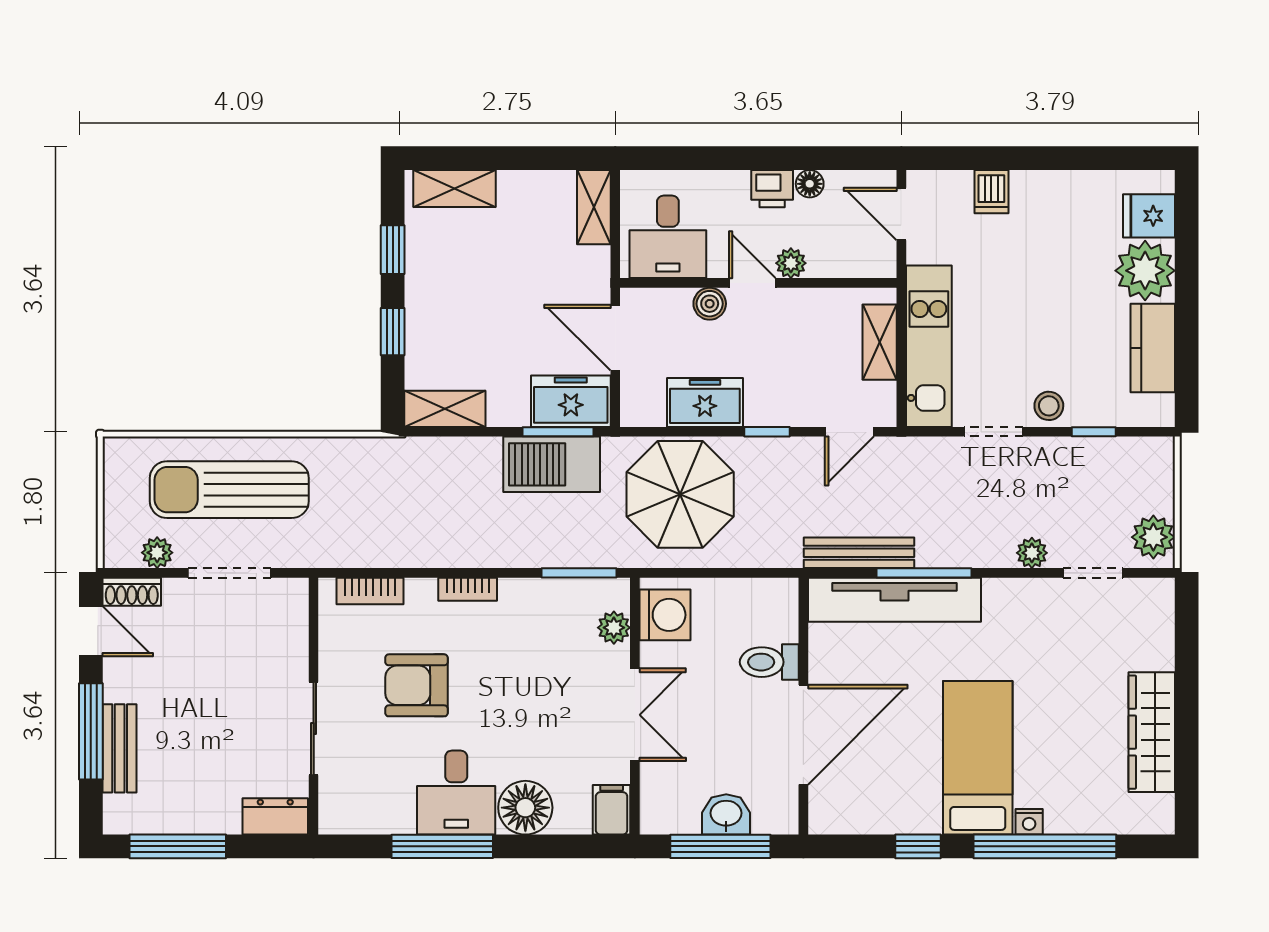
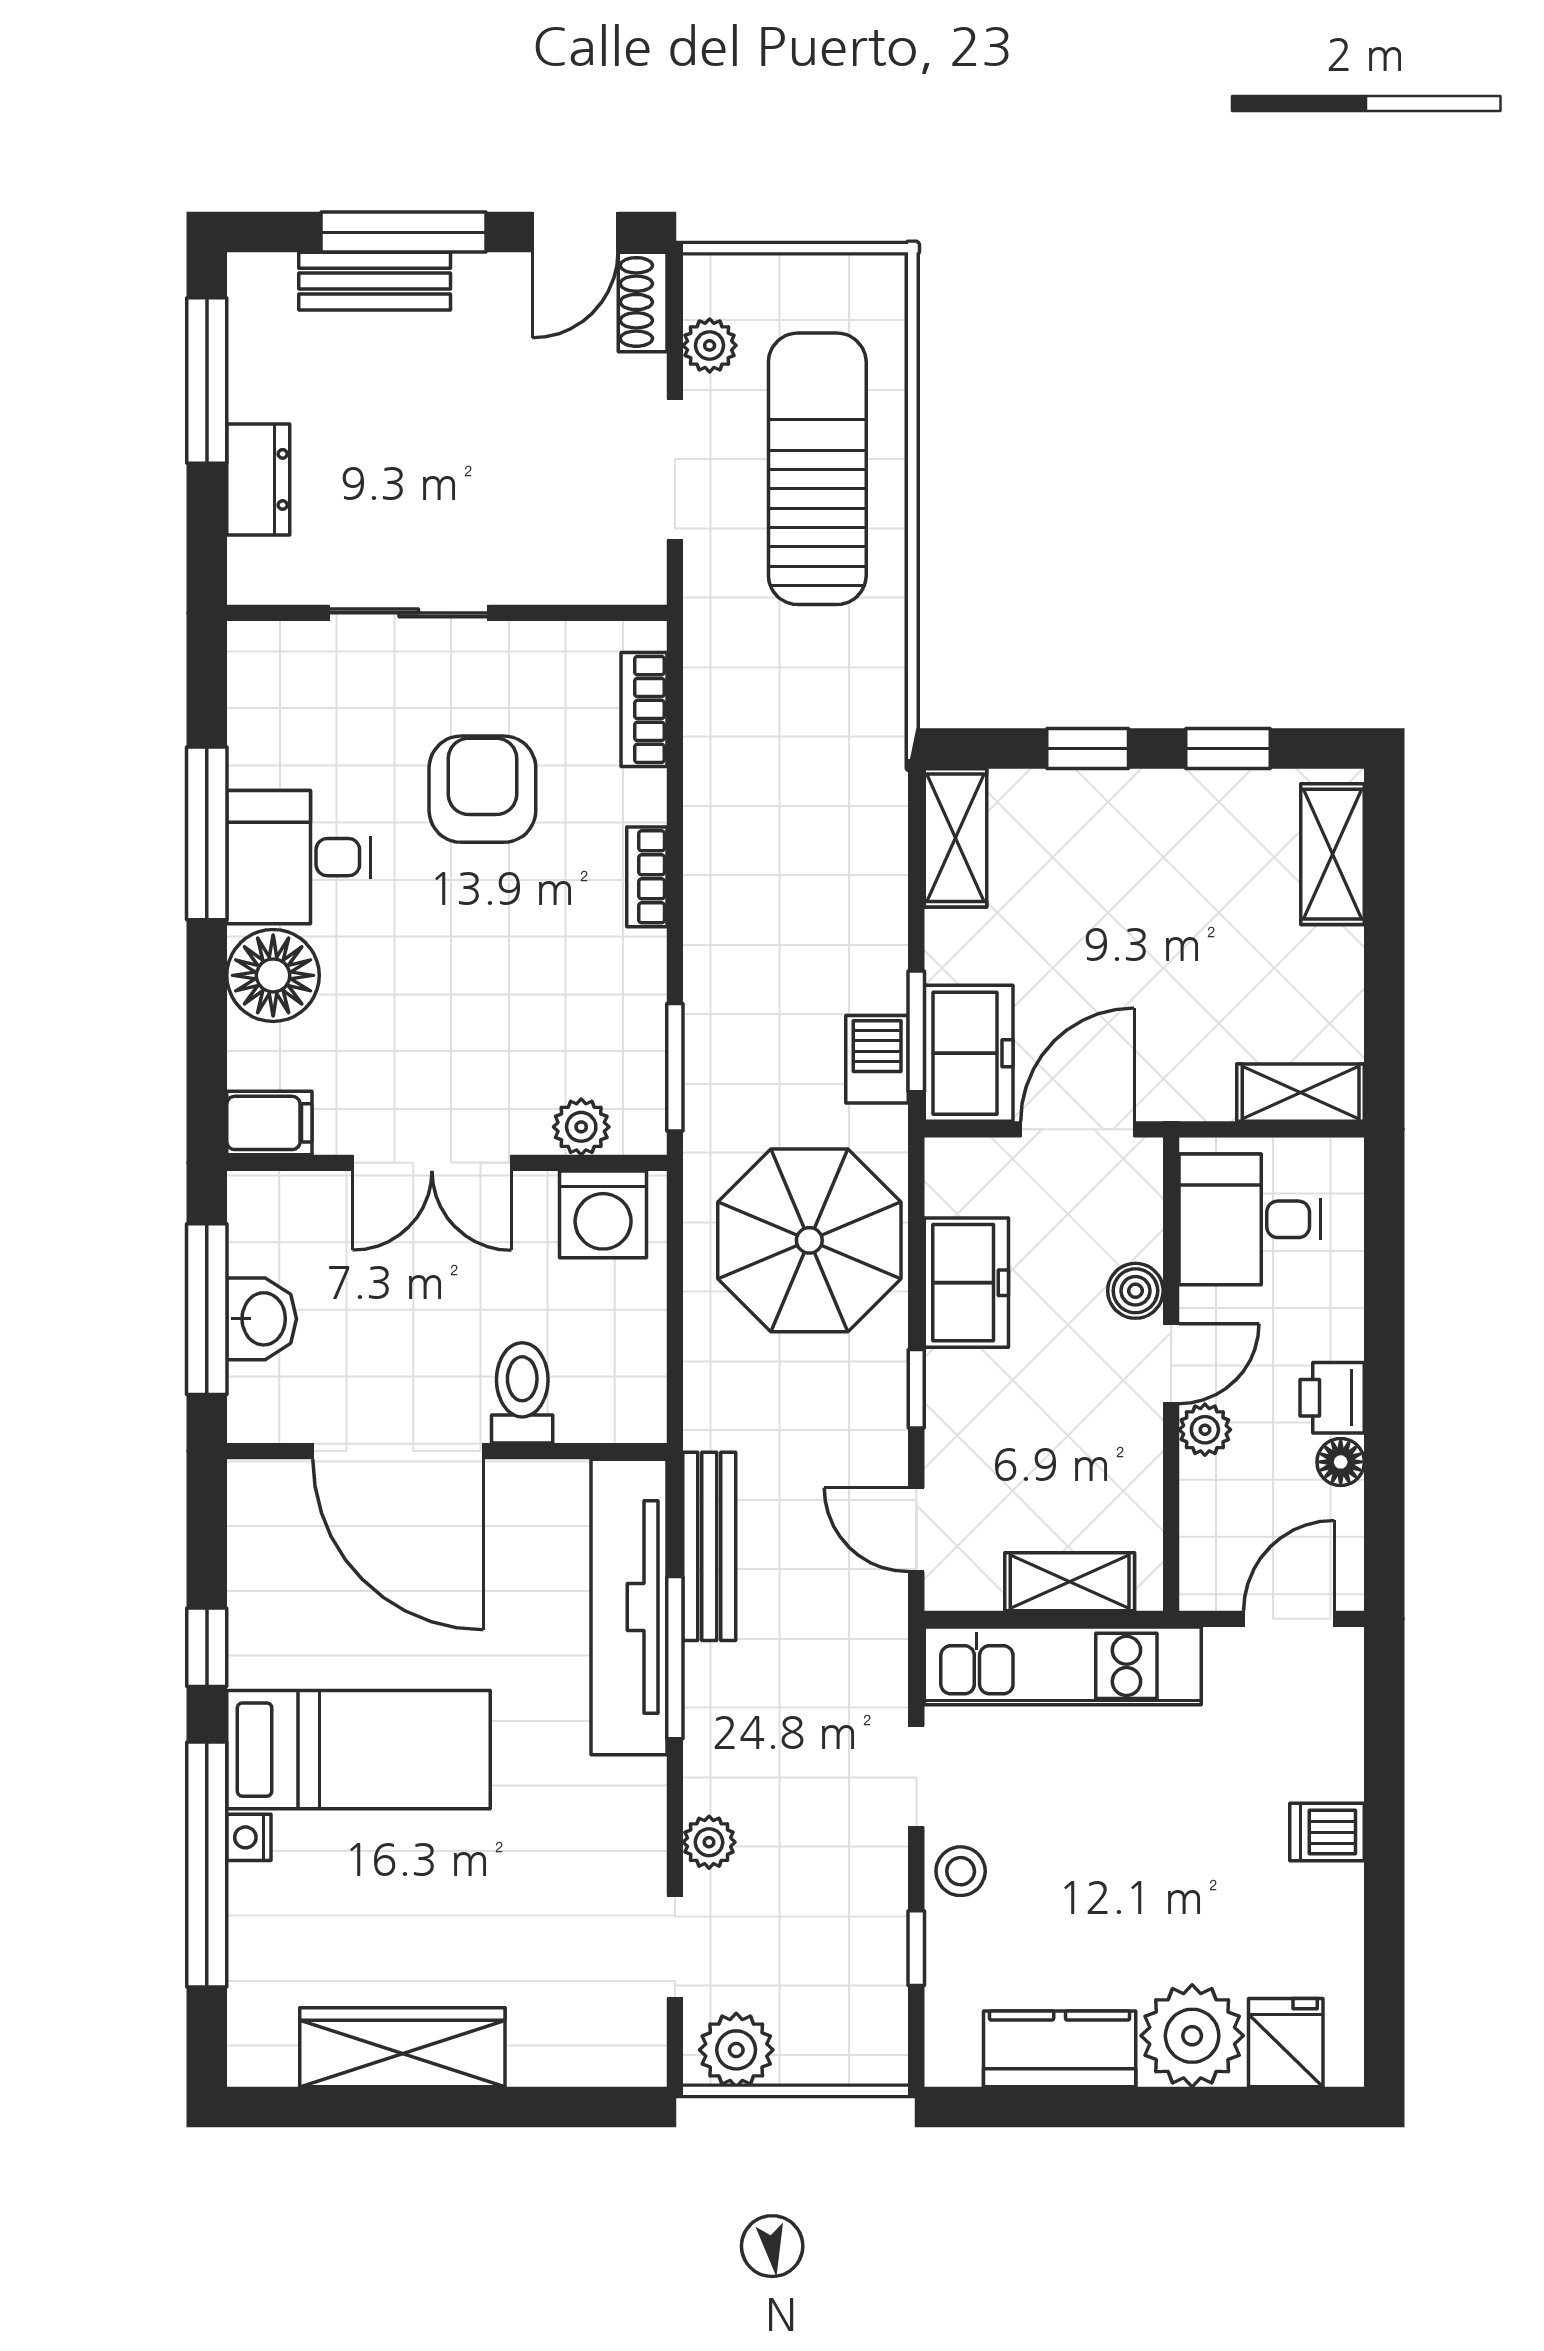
dishwasher: (991, 192) -> (1327, 1832), moved
barbecue: (552, 464) -> (877, 1059), width x0.53, depth x0.65
dresser: (275, 816) -> (258, 479), moved

